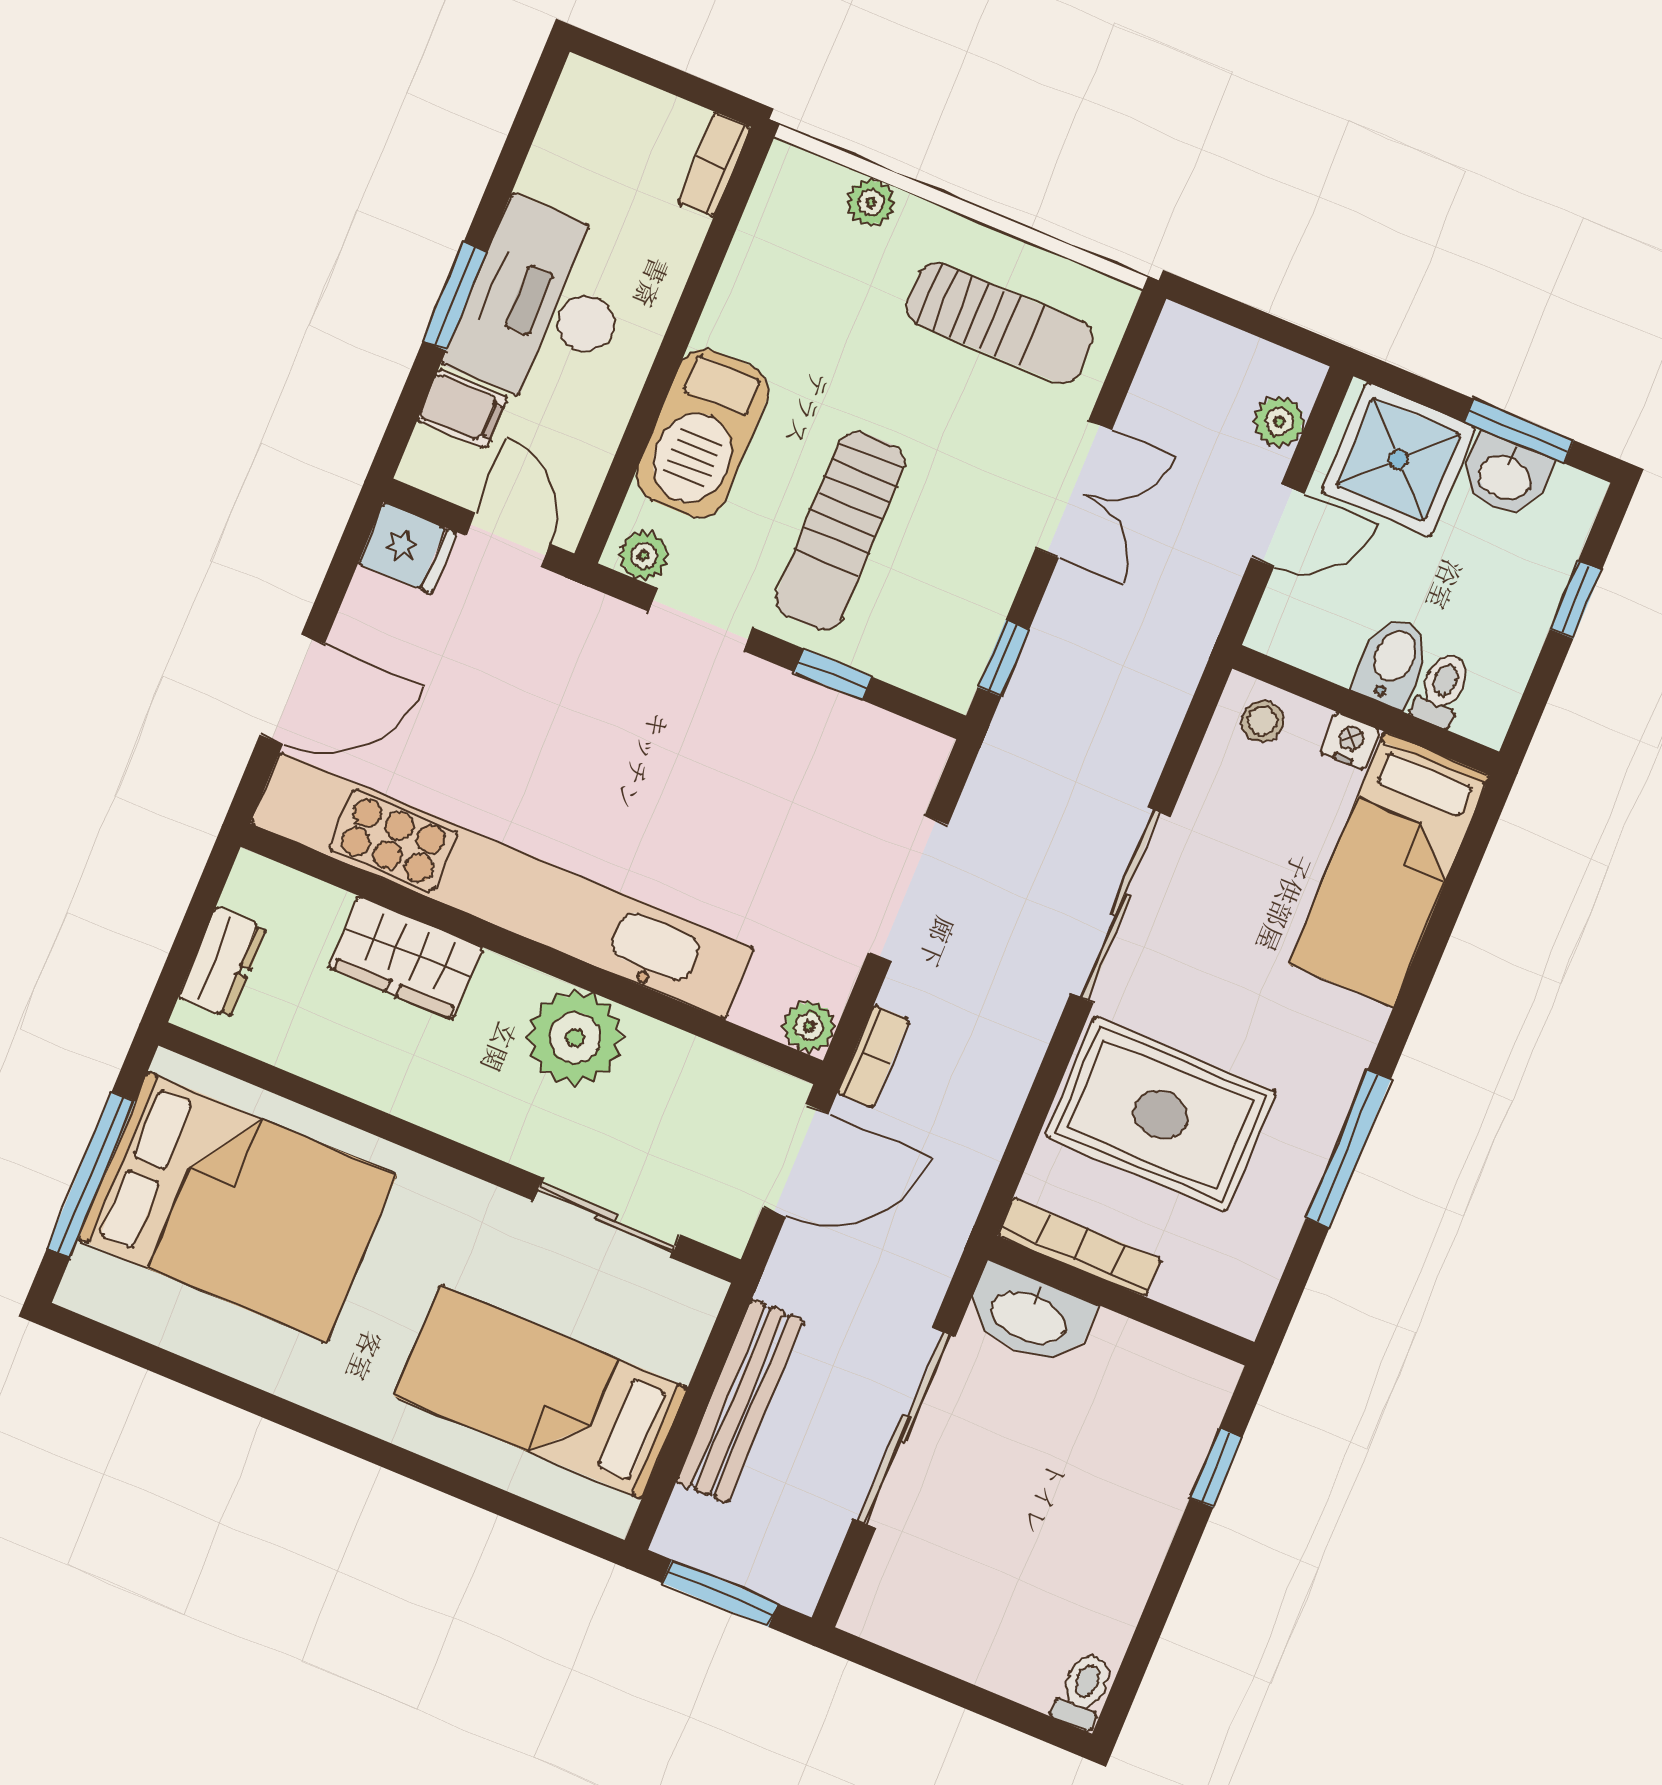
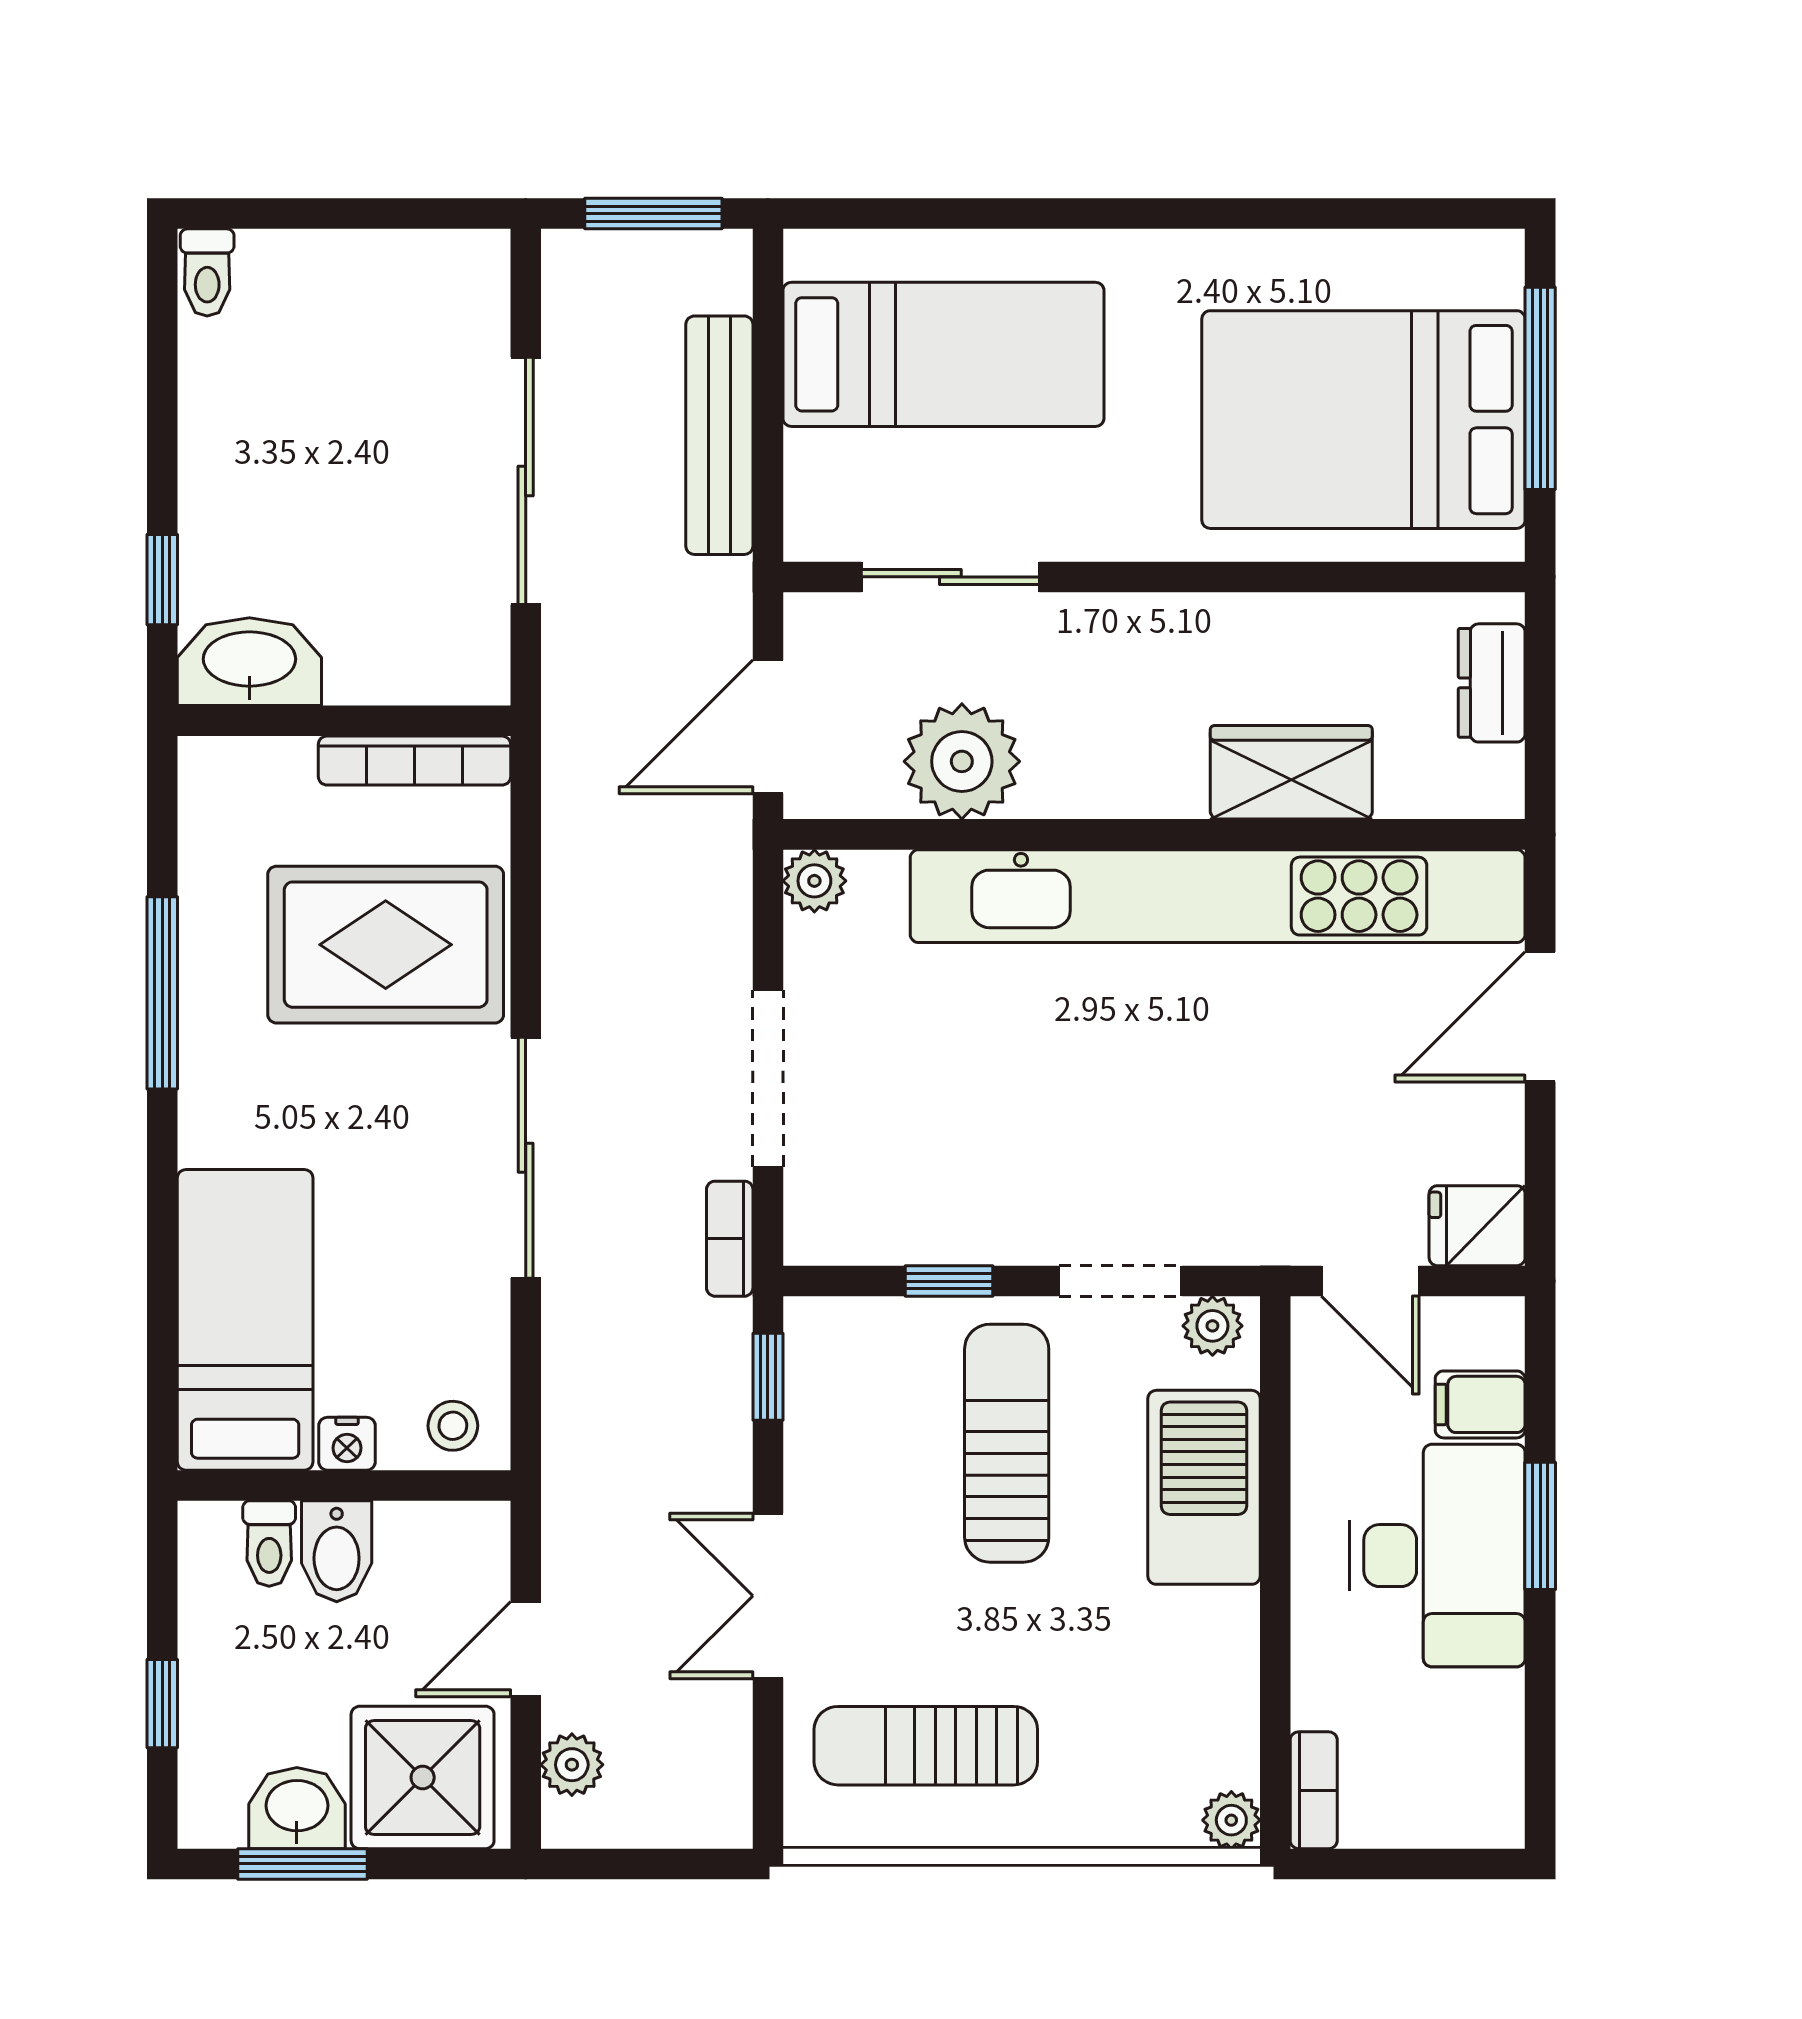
plant: (871, 202) -> (1231, 1820), moved
plant: (575, 1038) -> (962, 761), moved
bookcase: (873, 1056) -> (730, 1239), moved
washbasin: (1029, 1316) -> (249, 662), moved

